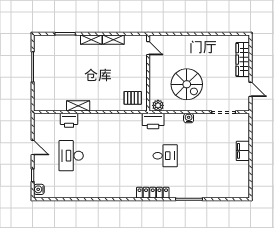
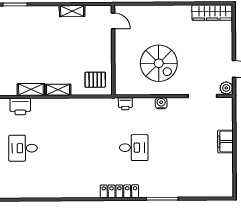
shelving: (91, 40) -> (58, 90), moved
wardrobe: (243, 60) -> (212, 13), moved, turned -90
plant: (158, 105) -> (226, 88), moved
printer: (153, 121) -> (125, 104), width x0.53, depth x0.68
desk: (71, 156) -> (23, 148), width x0.73

